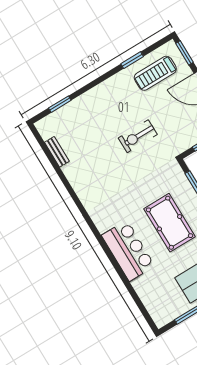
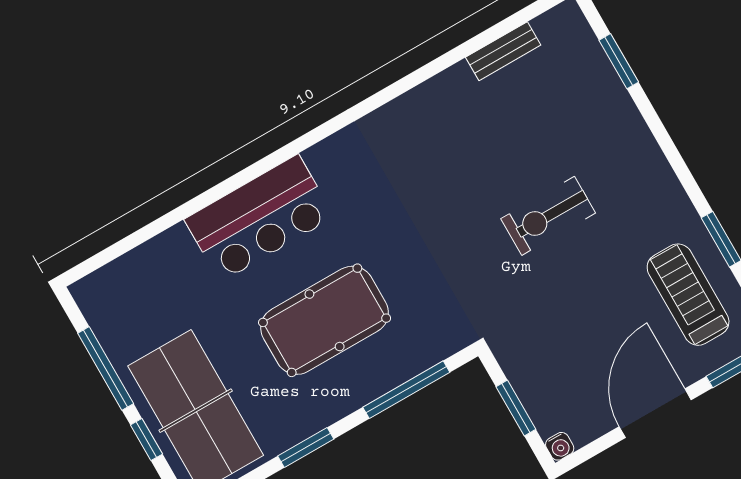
exercise bike: (138, 136) -> (548, 216), moved, turned -90

